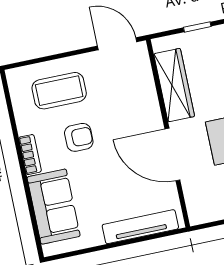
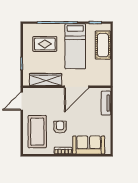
coffee table: (59, 91) -> (37, 132), width x1.36, depth x1.32
tv unit: (140, 227) -> (106, 103), width x0.71

